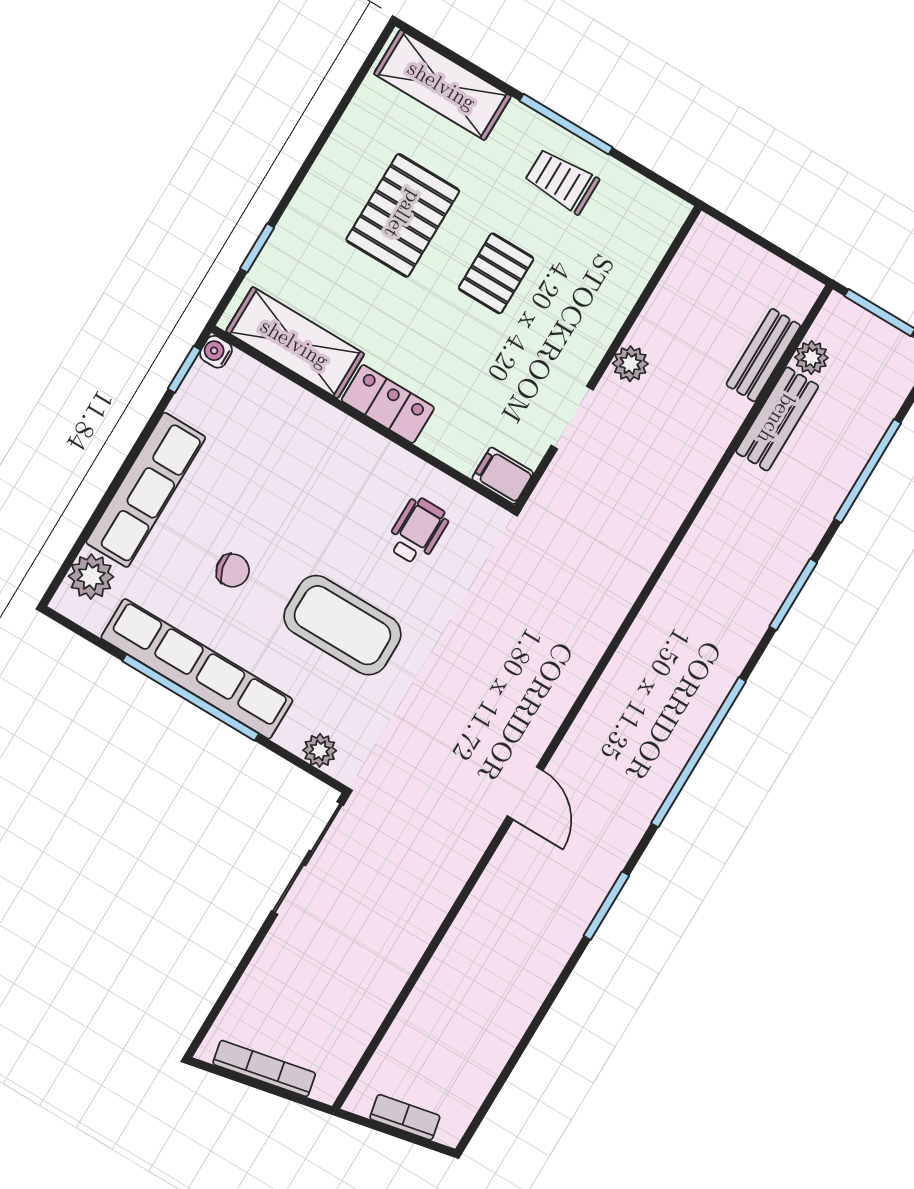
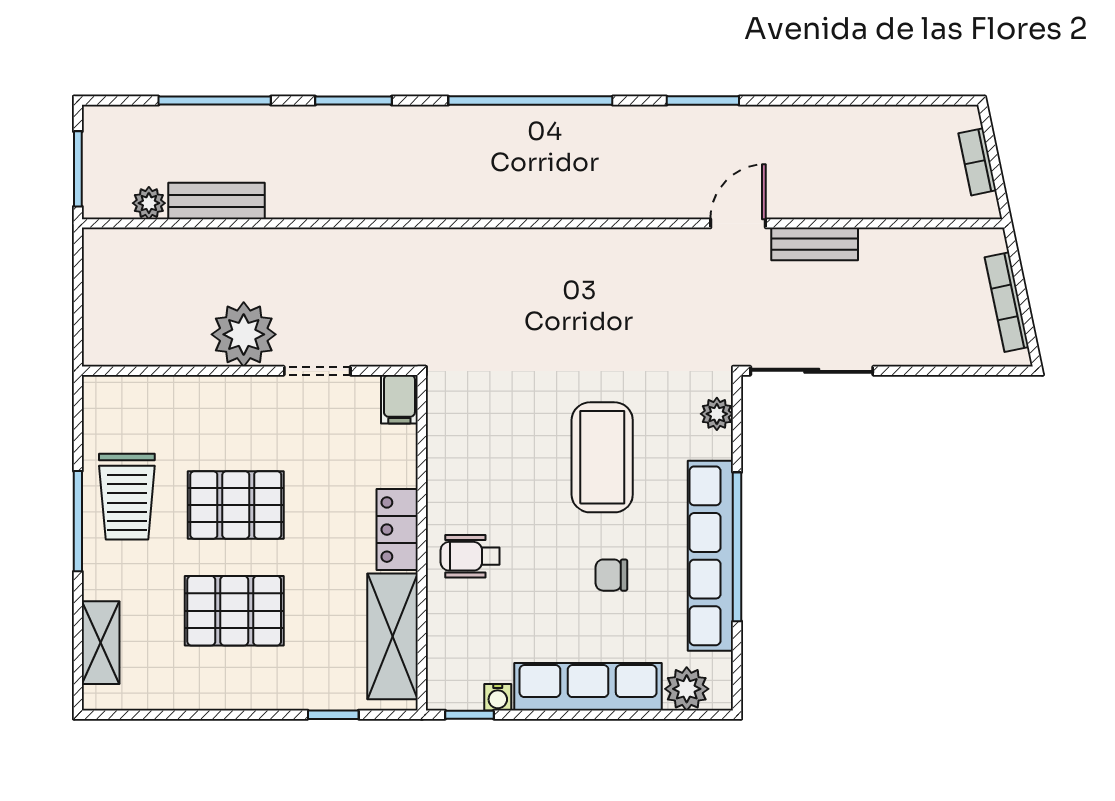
shelving: (442, 85) -> (101, 643), width x0.67, depth x0.75
trolley: (562, 181) -> (127, 497), width x1.36, depth x1.39
pallet: (496, 273) -> (236, 505), width x1.50, depth x1.42
water cooler: (216, 352) -> (498, 697), moved
bench: (763, 355) -> (815, 244), moved
plant: (630, 364) -> (244, 334), width x1.87, depth x1.87
wheelchair: (418, 531) -> (470, 556), moved
chair: (233, 570) -> (611, 575), turned -77
door: (525, 793) -> (738, 223), moved

